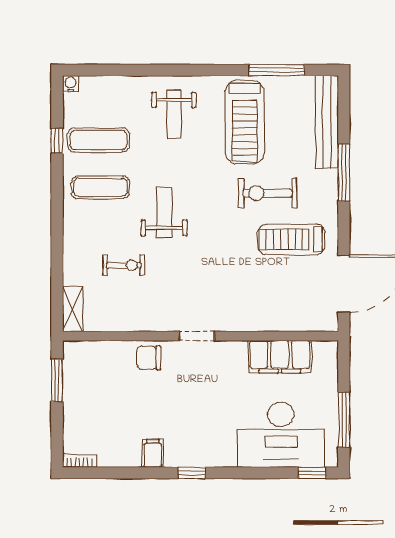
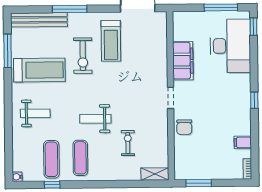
filing cabinet: (280, 357) -> (183, 61), moved
filing cabinet: (153, 453) -> (243, 142), moved

